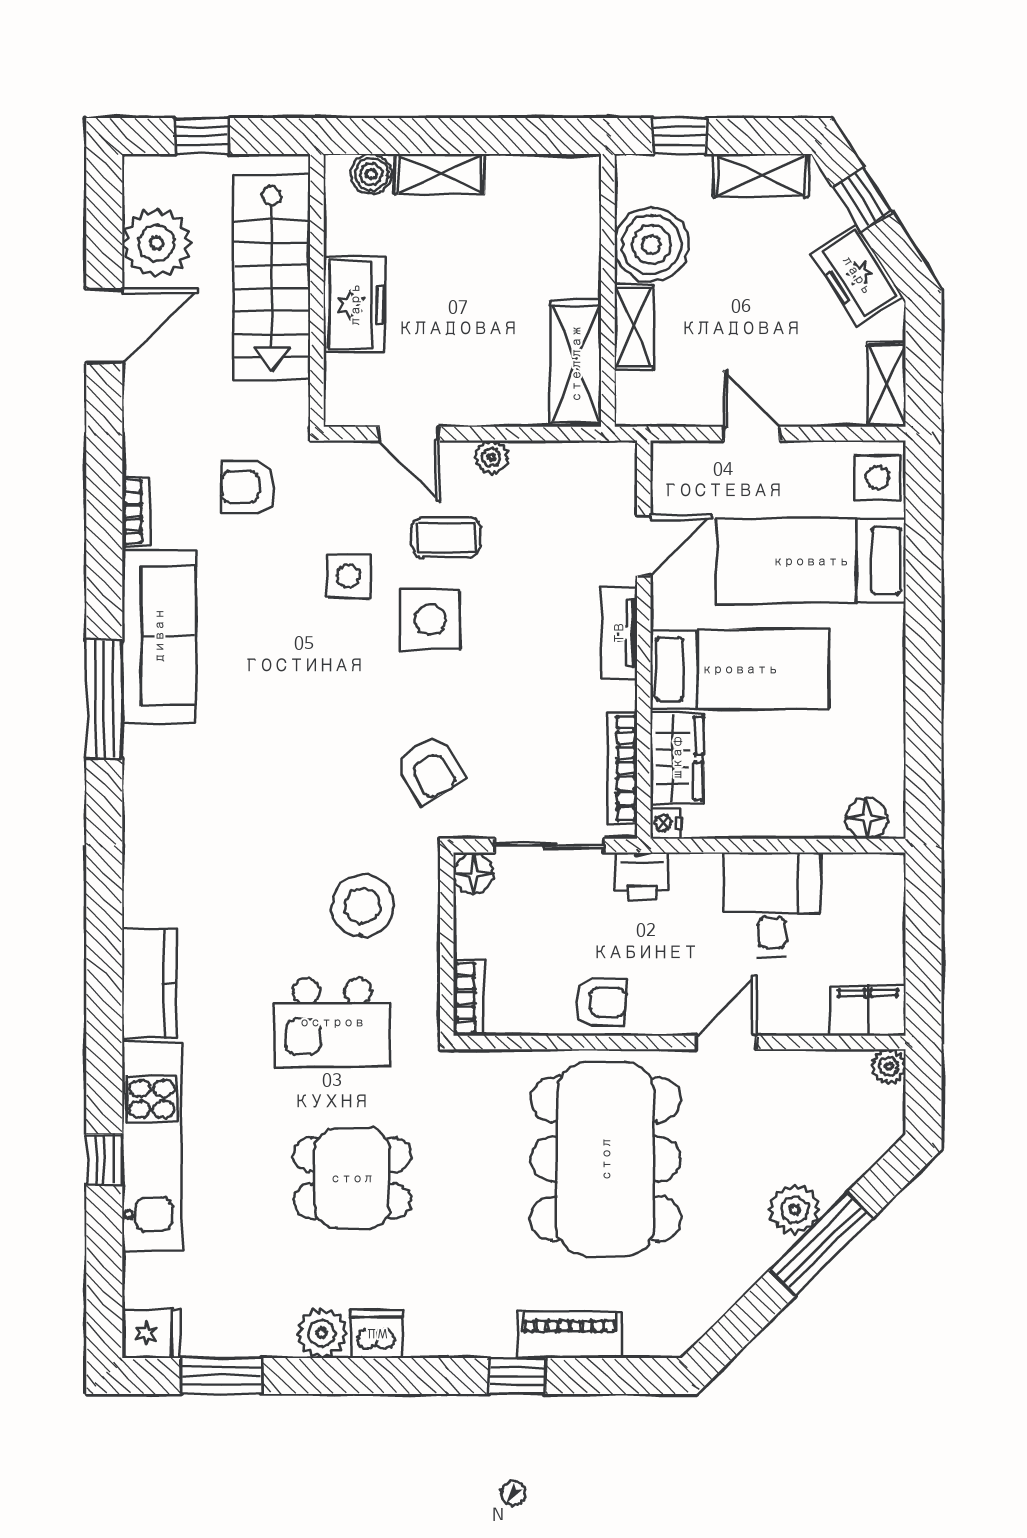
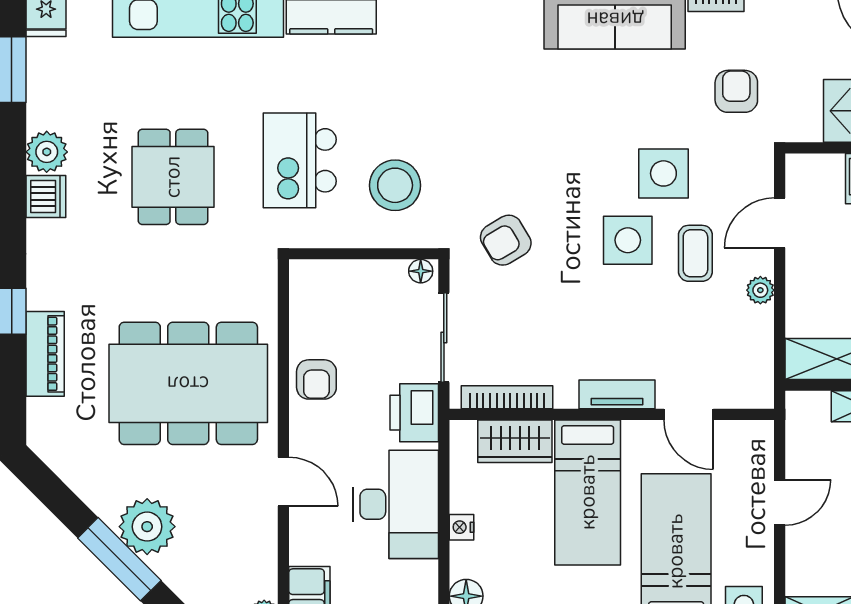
side table: (348, 576) -> (663, 173), width x1.37, depth x1.37
nightstand: (665, 823) -> (462, 527), moved, turned -90
floor lamp: (473, 874) -> (421, 271), width x0.73, depth x0.73
printer: (642, 876) -> (414, 413), width x1.36, depth x1.24
desk: (772, 905) -> (396, 504), width x1.37
bookcase: (469, 998) -> (320, 272), removed
plant: (794, 1210) -> (147, 527), width x1.36, depth x1.36

